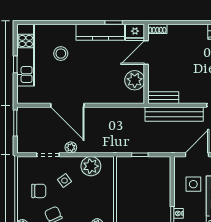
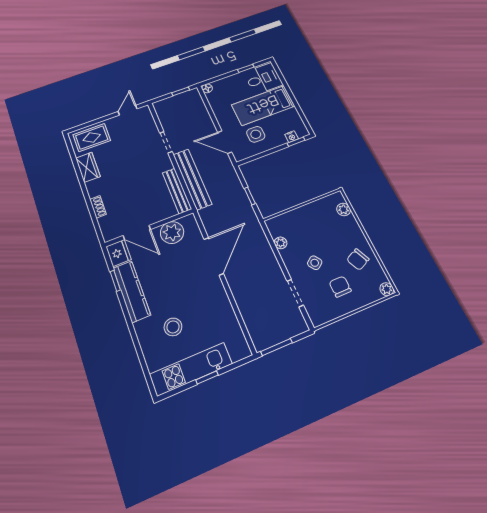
shoe rack: (157, 29) -> (98, 207), moved
bench: (163, 98) -> (177, 191), width x1.36
door: (67, 105) -> (214, 256), moved
plant: (71, 147) -> (275, 271), removed
plant: (91, 166) -> (281, 243), width x0.53, depth x0.53

